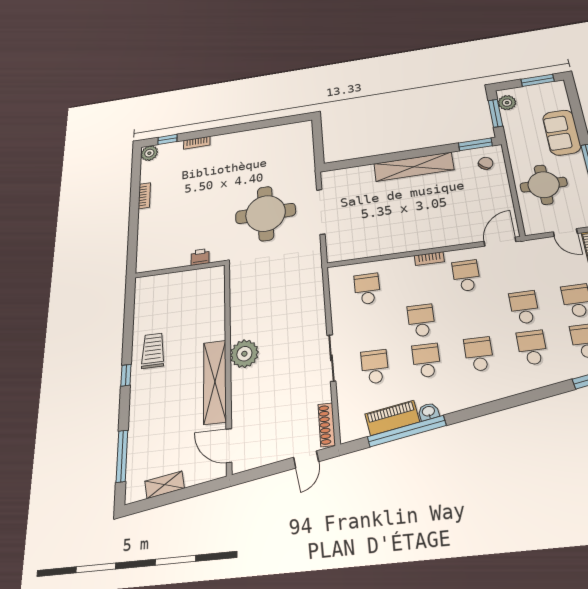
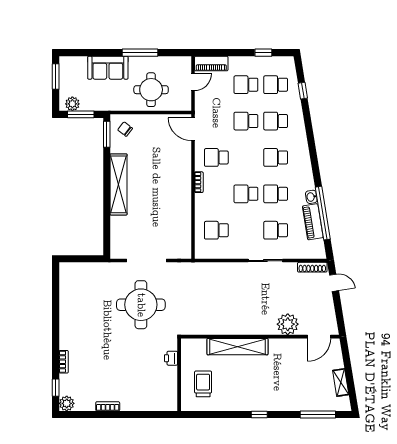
trolley: (153, 351) -> (203, 384), moved, turned 90
plant: (244, 354) -> (288, 324), moved
shelving: (215, 382) -> (238, 347), moved

